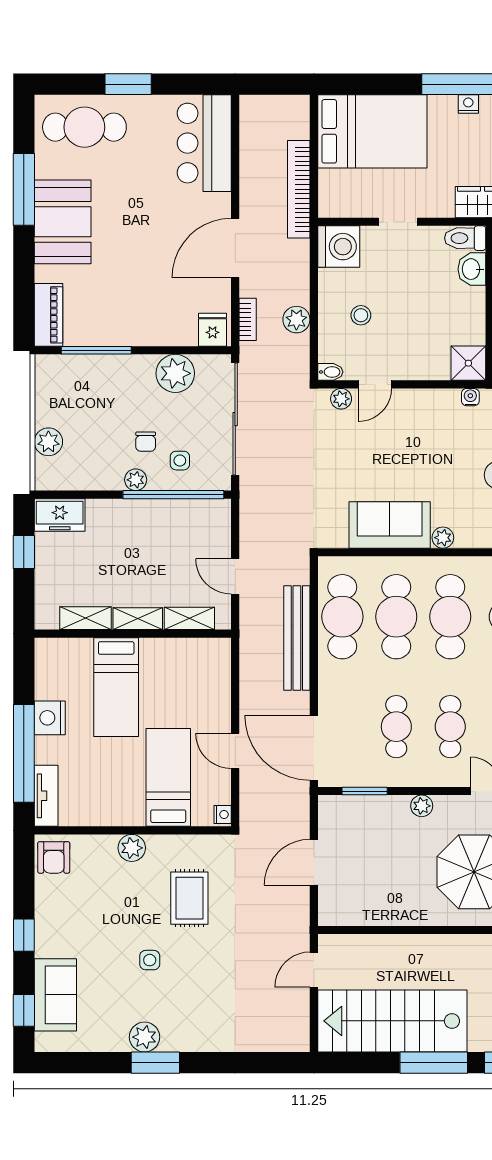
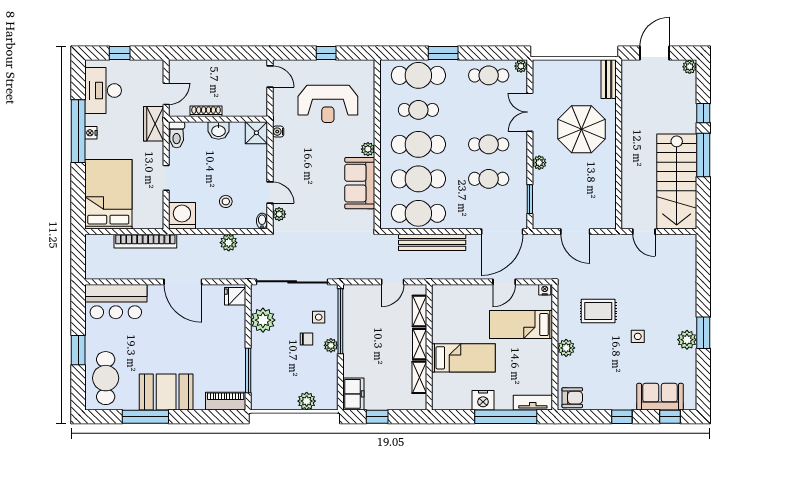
washbasin: (472, 269) -> (218, 131), moved
bookcase: (248, 319) -> (228, 274), removed

